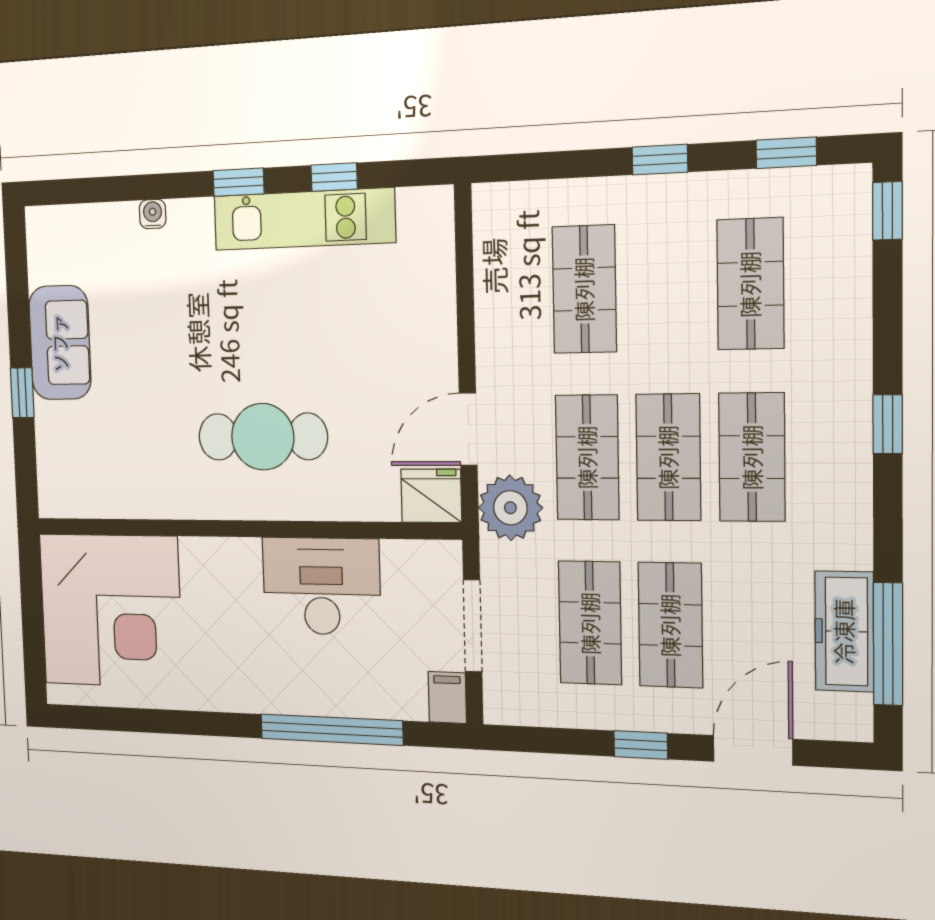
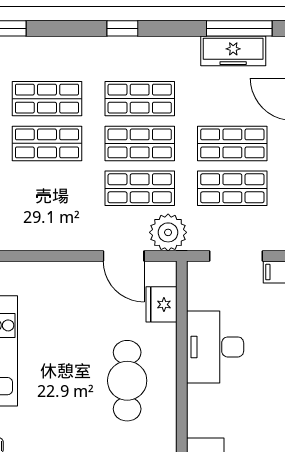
shop shelf: (584, 289) -> (47, 143), moved
fridge: (431, 496) -> (161, 304), moved

